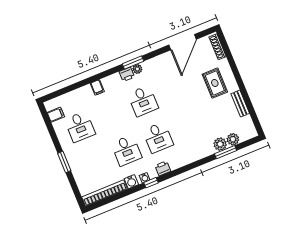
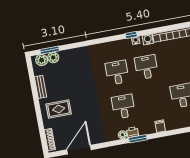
window: (133, 62) -> (138, 139), moved
rug: (215, 83) -> (59, 109), turned 90
plant: (220, 144) -> (42, 60), moved
window: (226, 152) -> (50, 50), moved
printer: (163, 168) -> (118, 45), removed

